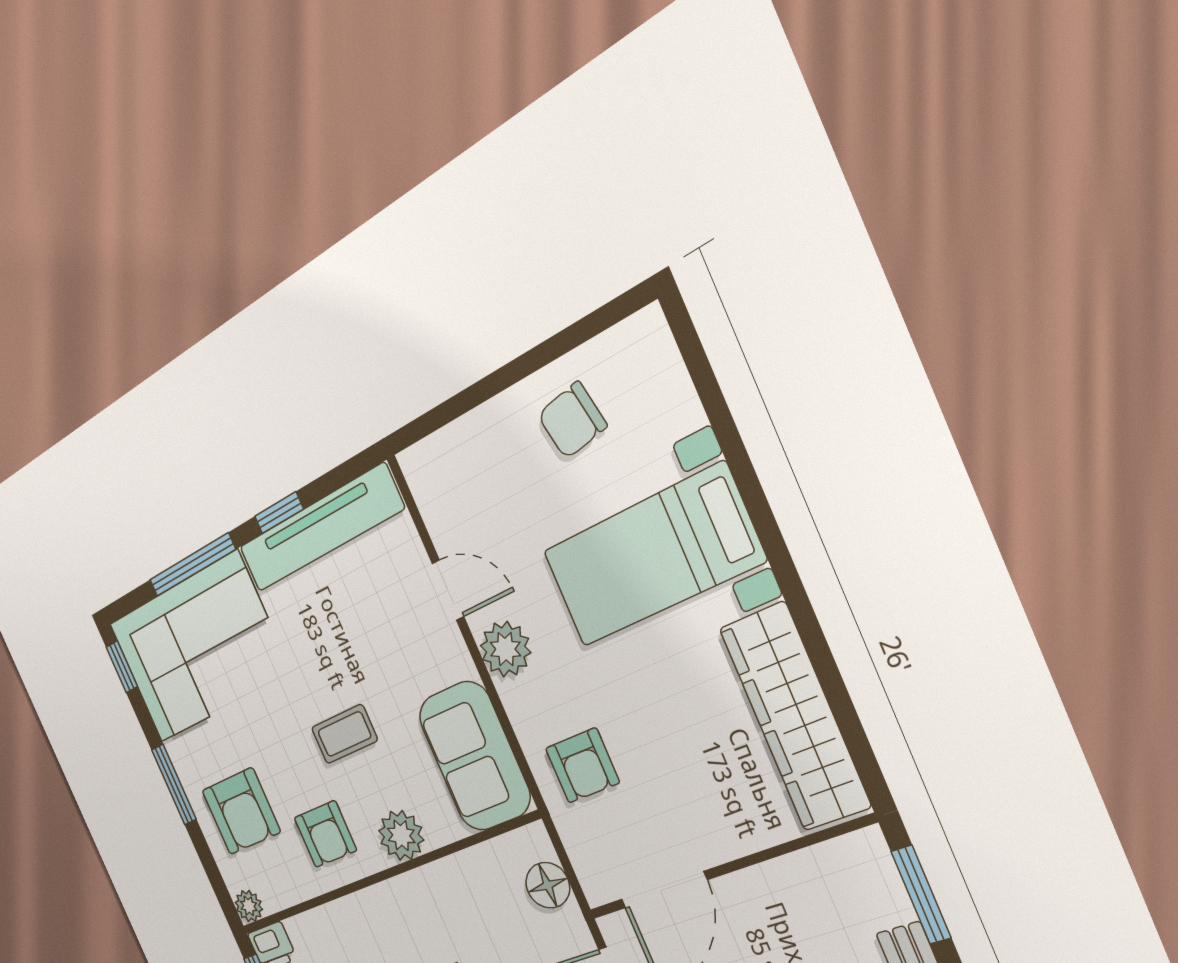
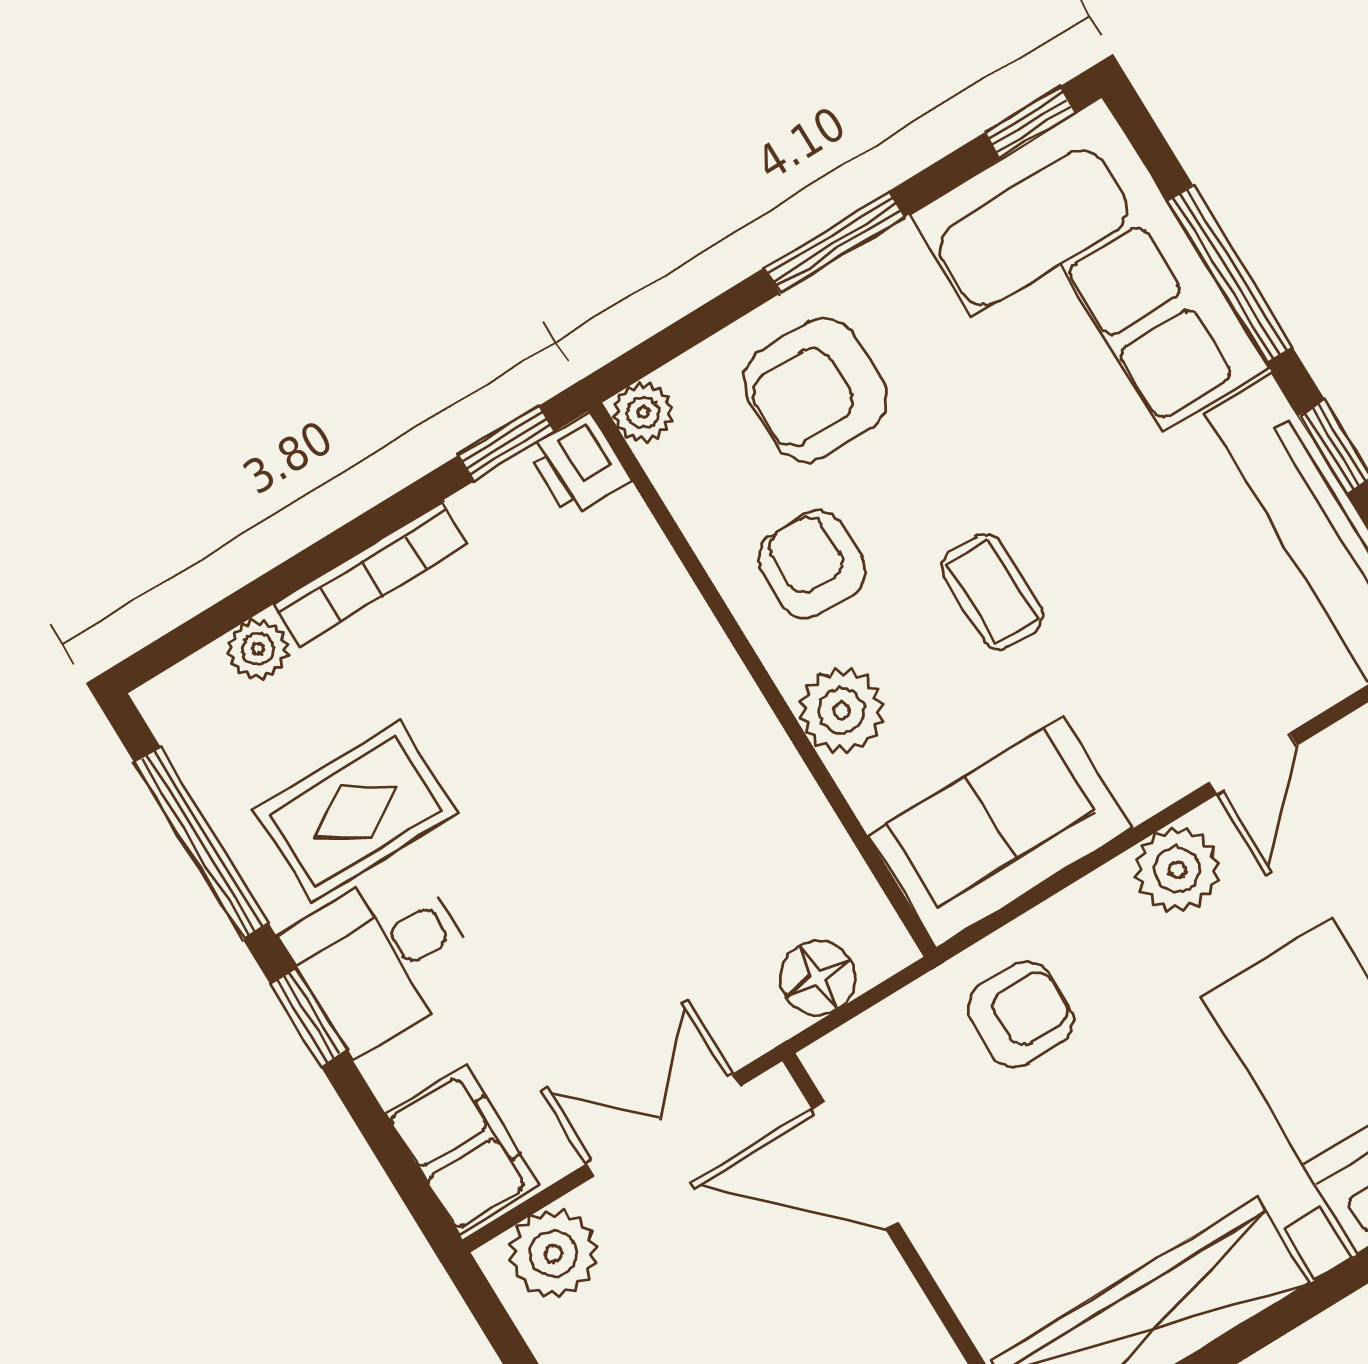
armchair: (582, 765) -> (1021, 1014), turned 180
armchair: (325, 834) -> (812, 564), turned 90

